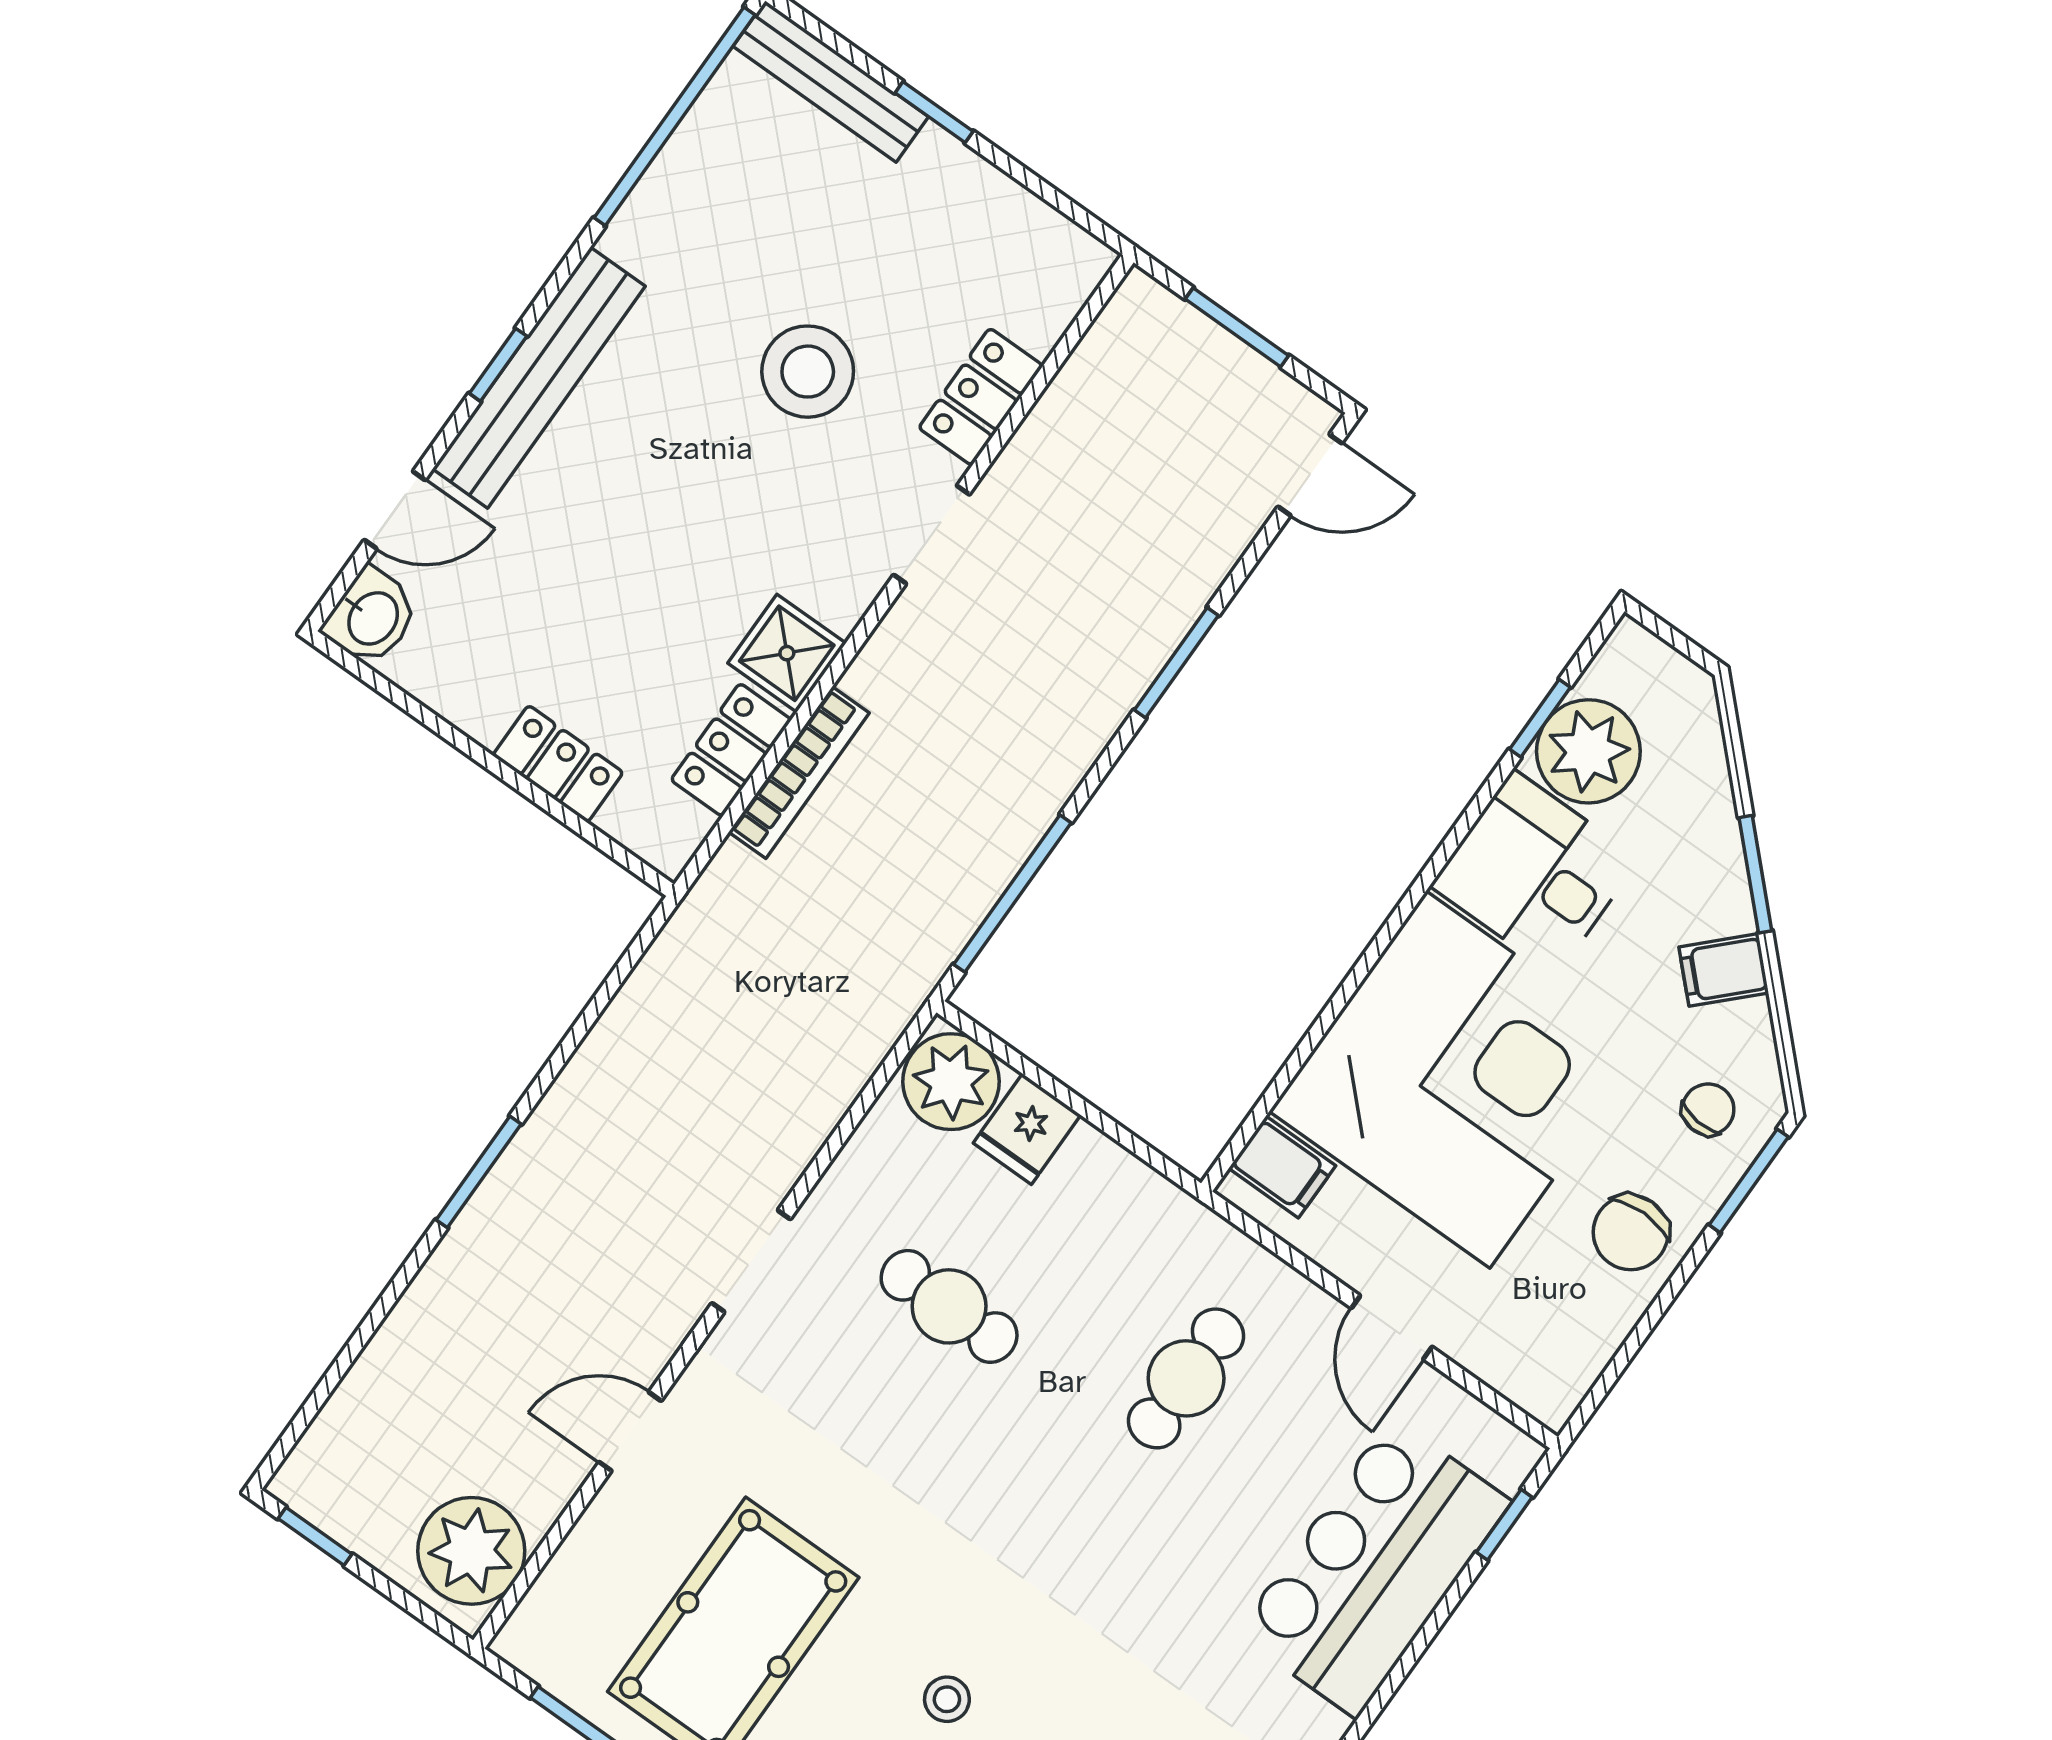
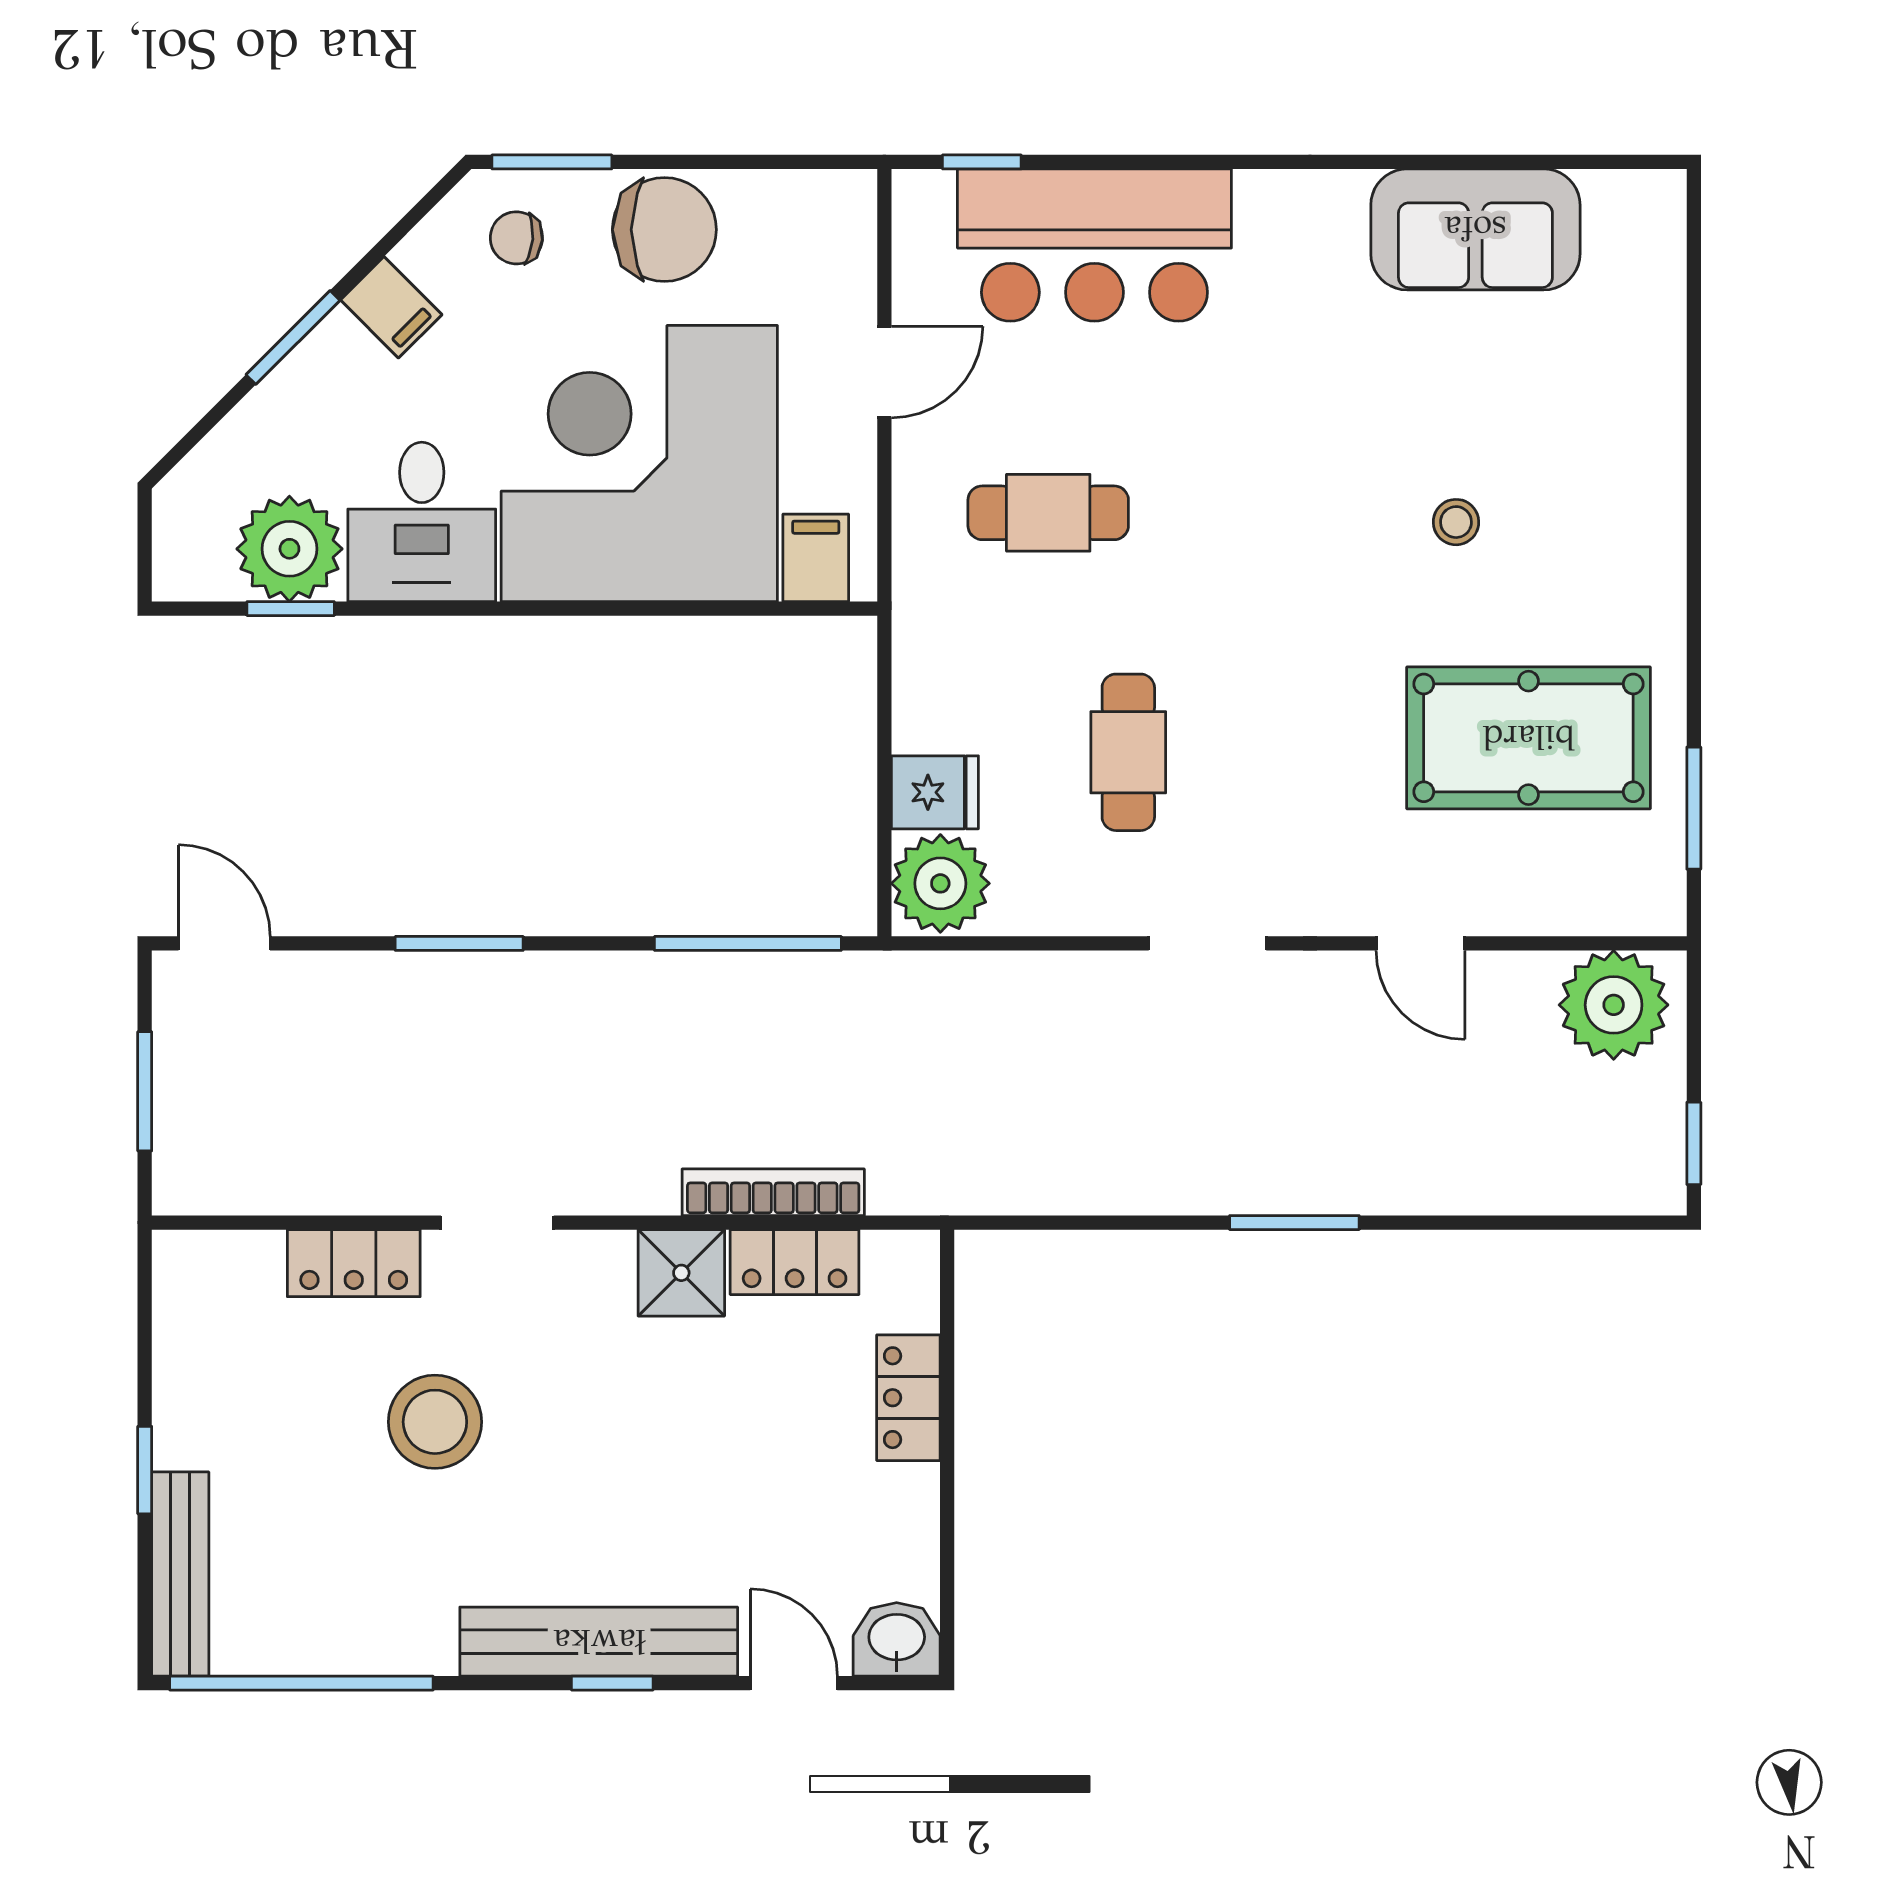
chair: (1631, 1233) -> (664, 230), width x1.37, depth x1.37

